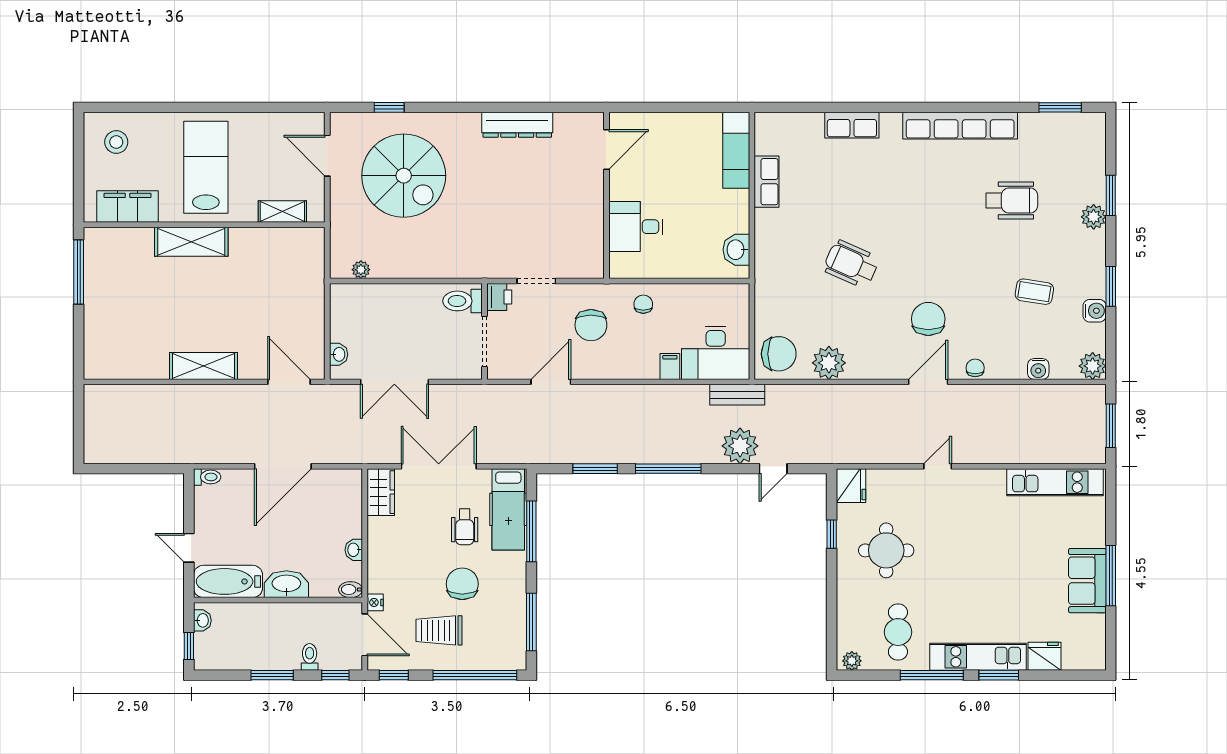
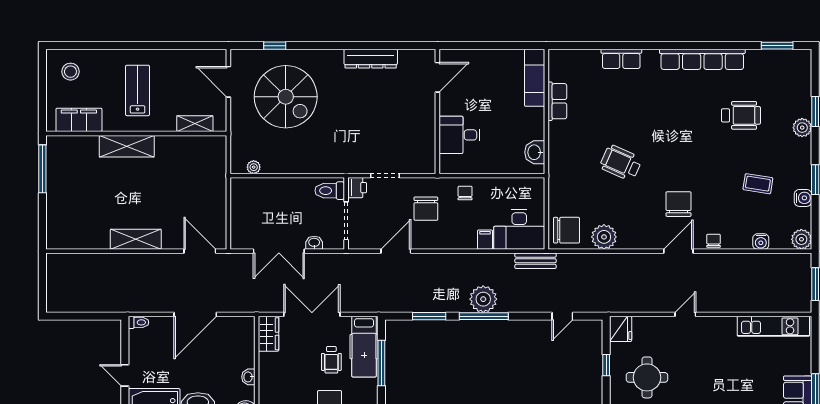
lab bench: (206, 167) -> (138, 90), width x0.73, depth x0.72
washbasin: (339, 354) -> (314, 243), moved, turned -90
plant: (740, 446) -> (483, 299), moved

